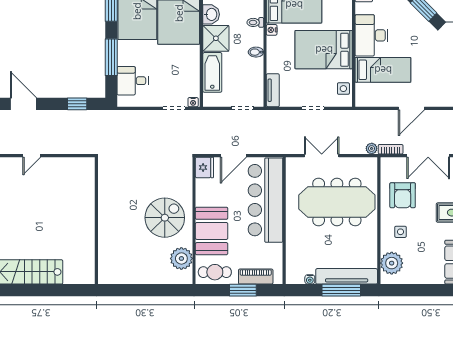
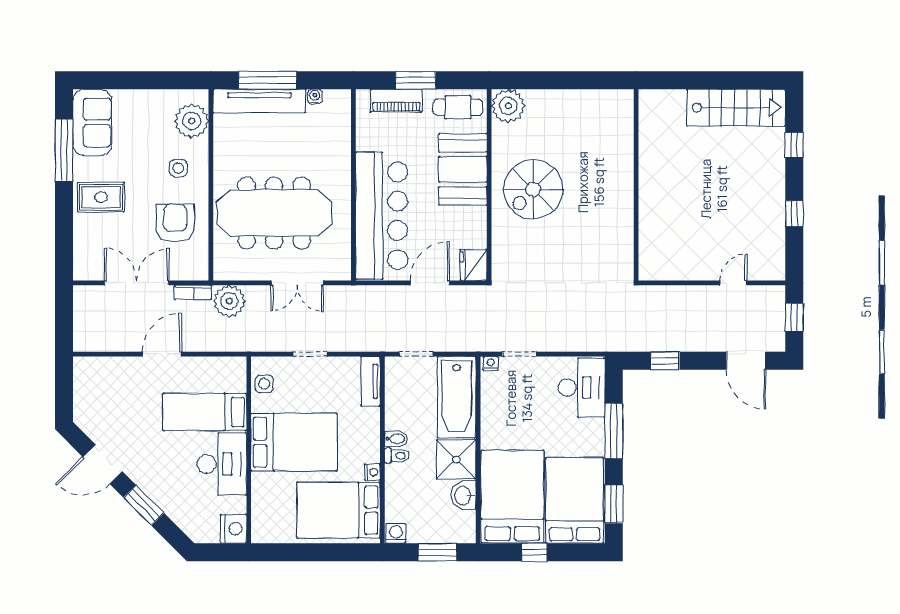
toilet: (255, 22) -> (397, 456), moved
bathtub: (212, 72) -> (457, 397), width x1.36, depth x1.36
desk: (133, 81) -> (582, 388), width x1.37
plant: (372, 148) -> (229, 301), width x1.88, depth x1.88
plant: (181, 258) -> (508, 106), moved

